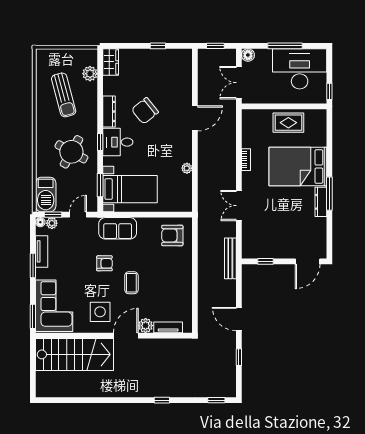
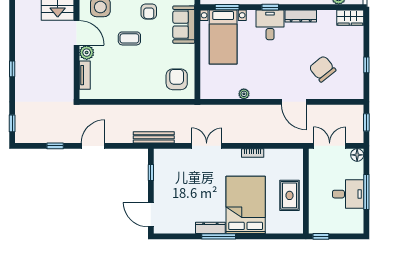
desk: (300, 69) -> (348, 194), width x0.53, depth x0.77
chair: (145, 111) -> (323, 69), moved

